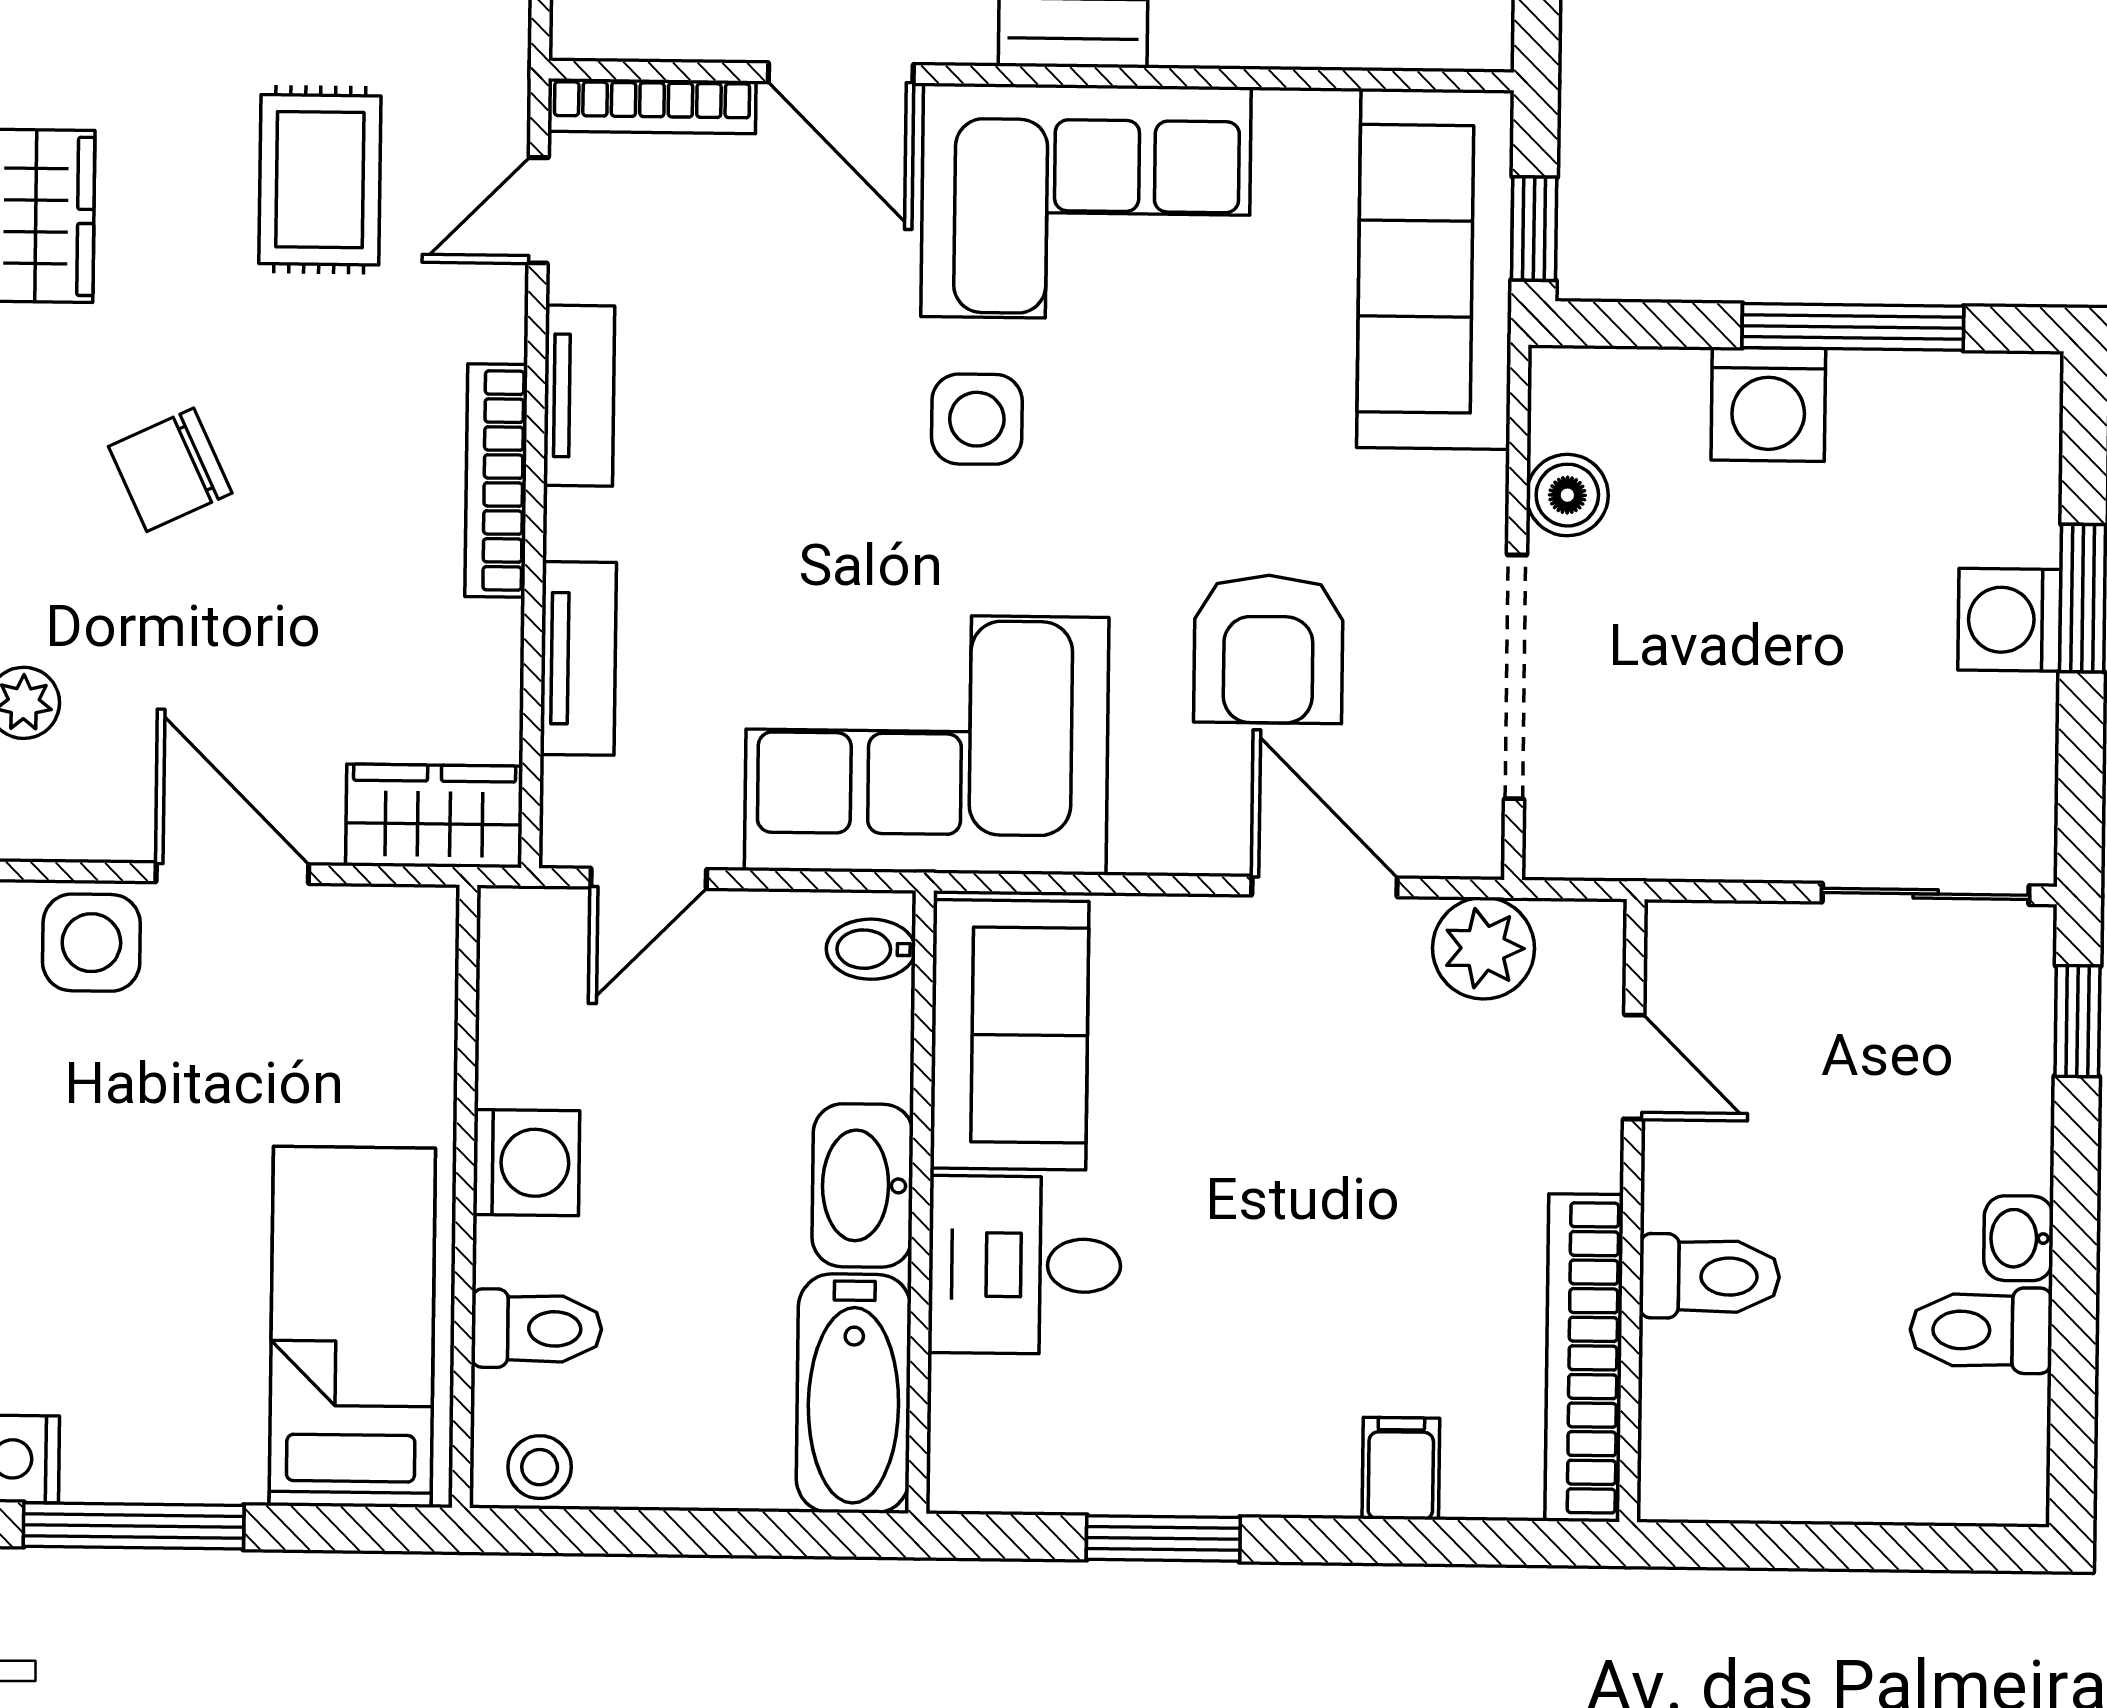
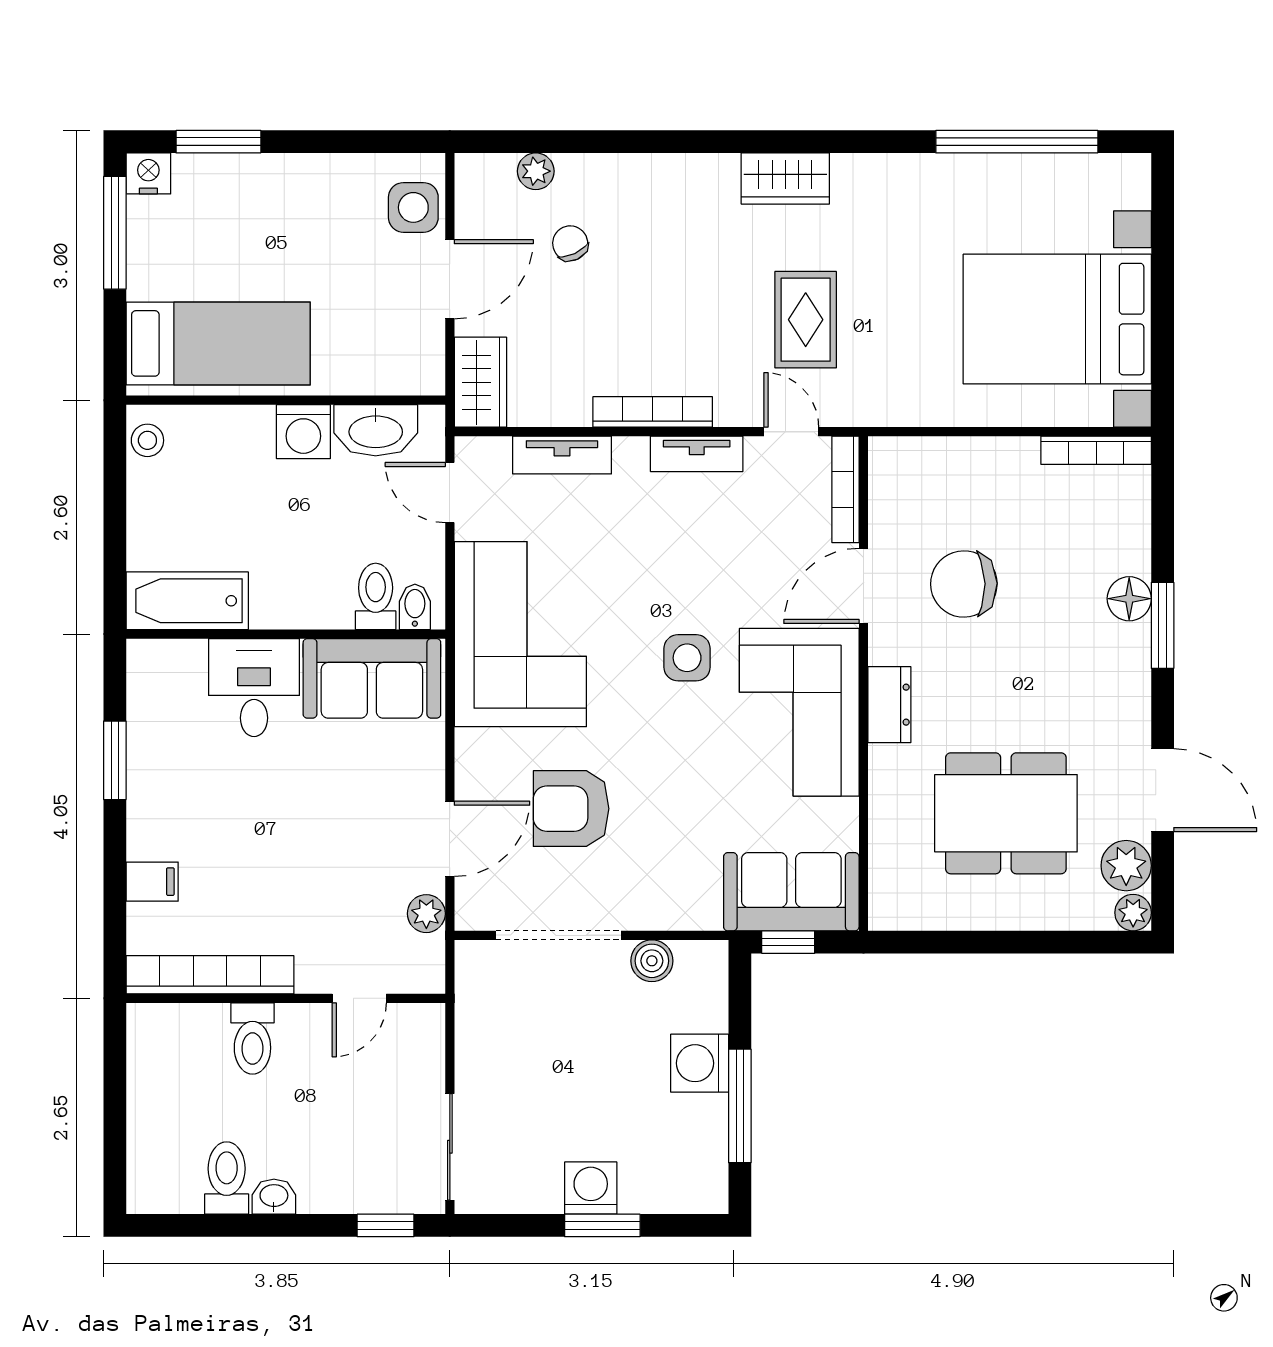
rug: (320, 180) -> (806, 320), turned 90
sofa: (1435, 269) -> (791, 892), width x0.73
chair: (170, 470) -> (570, 243), moved, width x0.73, depth x0.73
plant: (1484, 948) -> (426, 914), width x0.73, depth x0.73
washbasin: (863, 1185) -> (376, 430), moved, turned 180
toilet: (537, 1329) -> (376, 596), moved, turned 180

